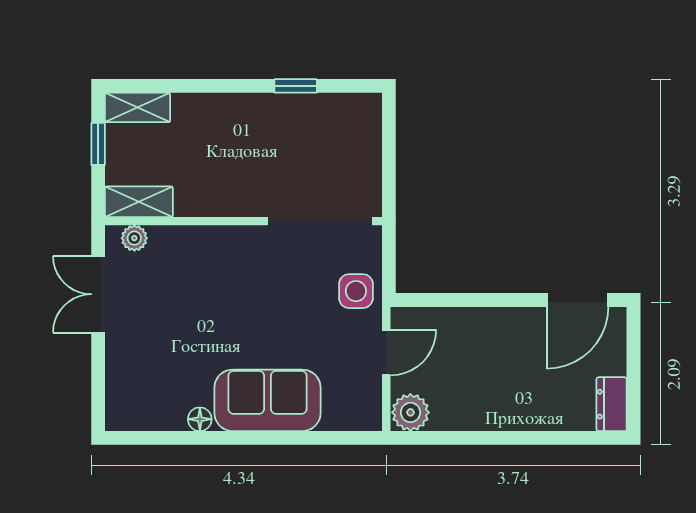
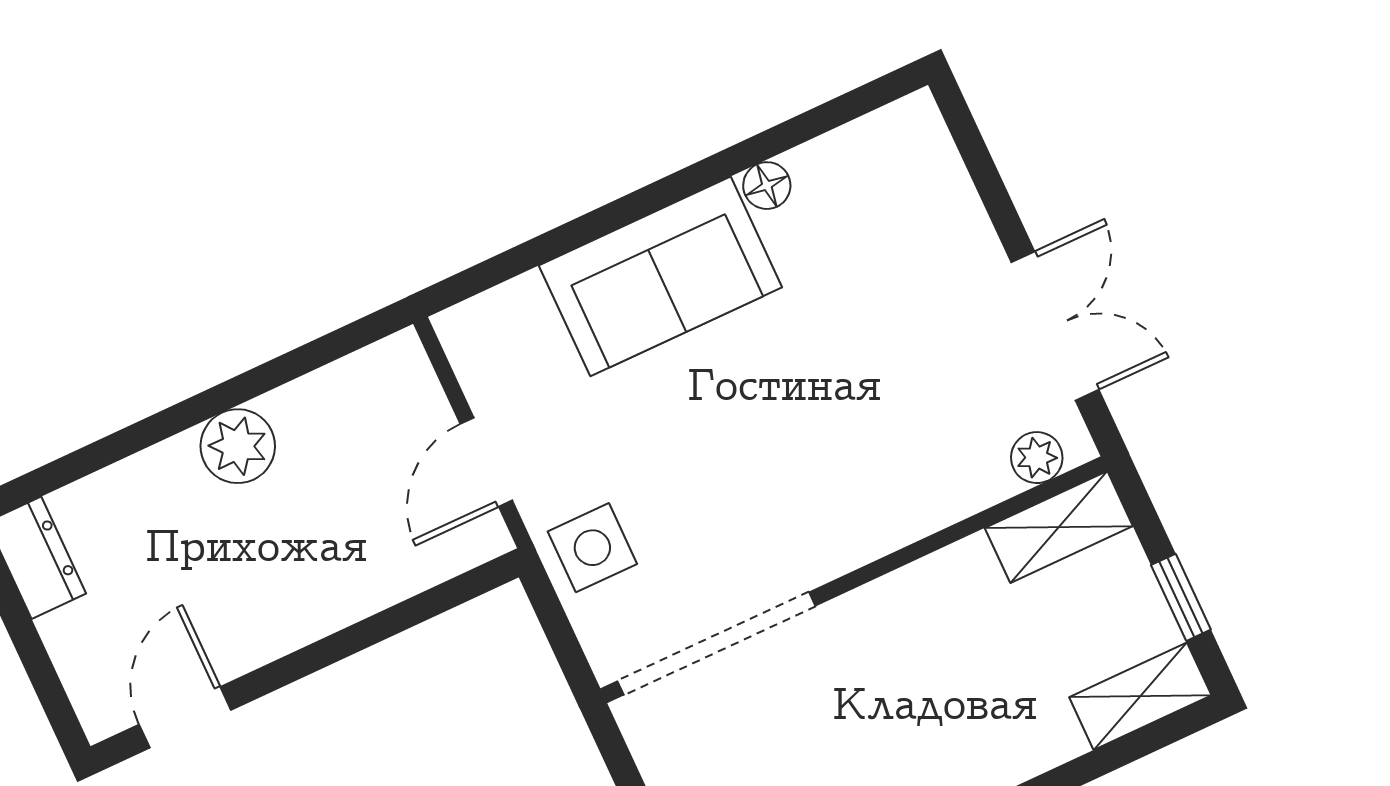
door: (578, 300) -> (185, 717), width x0.73
plant: (410, 412) -> (238, 446), moved

